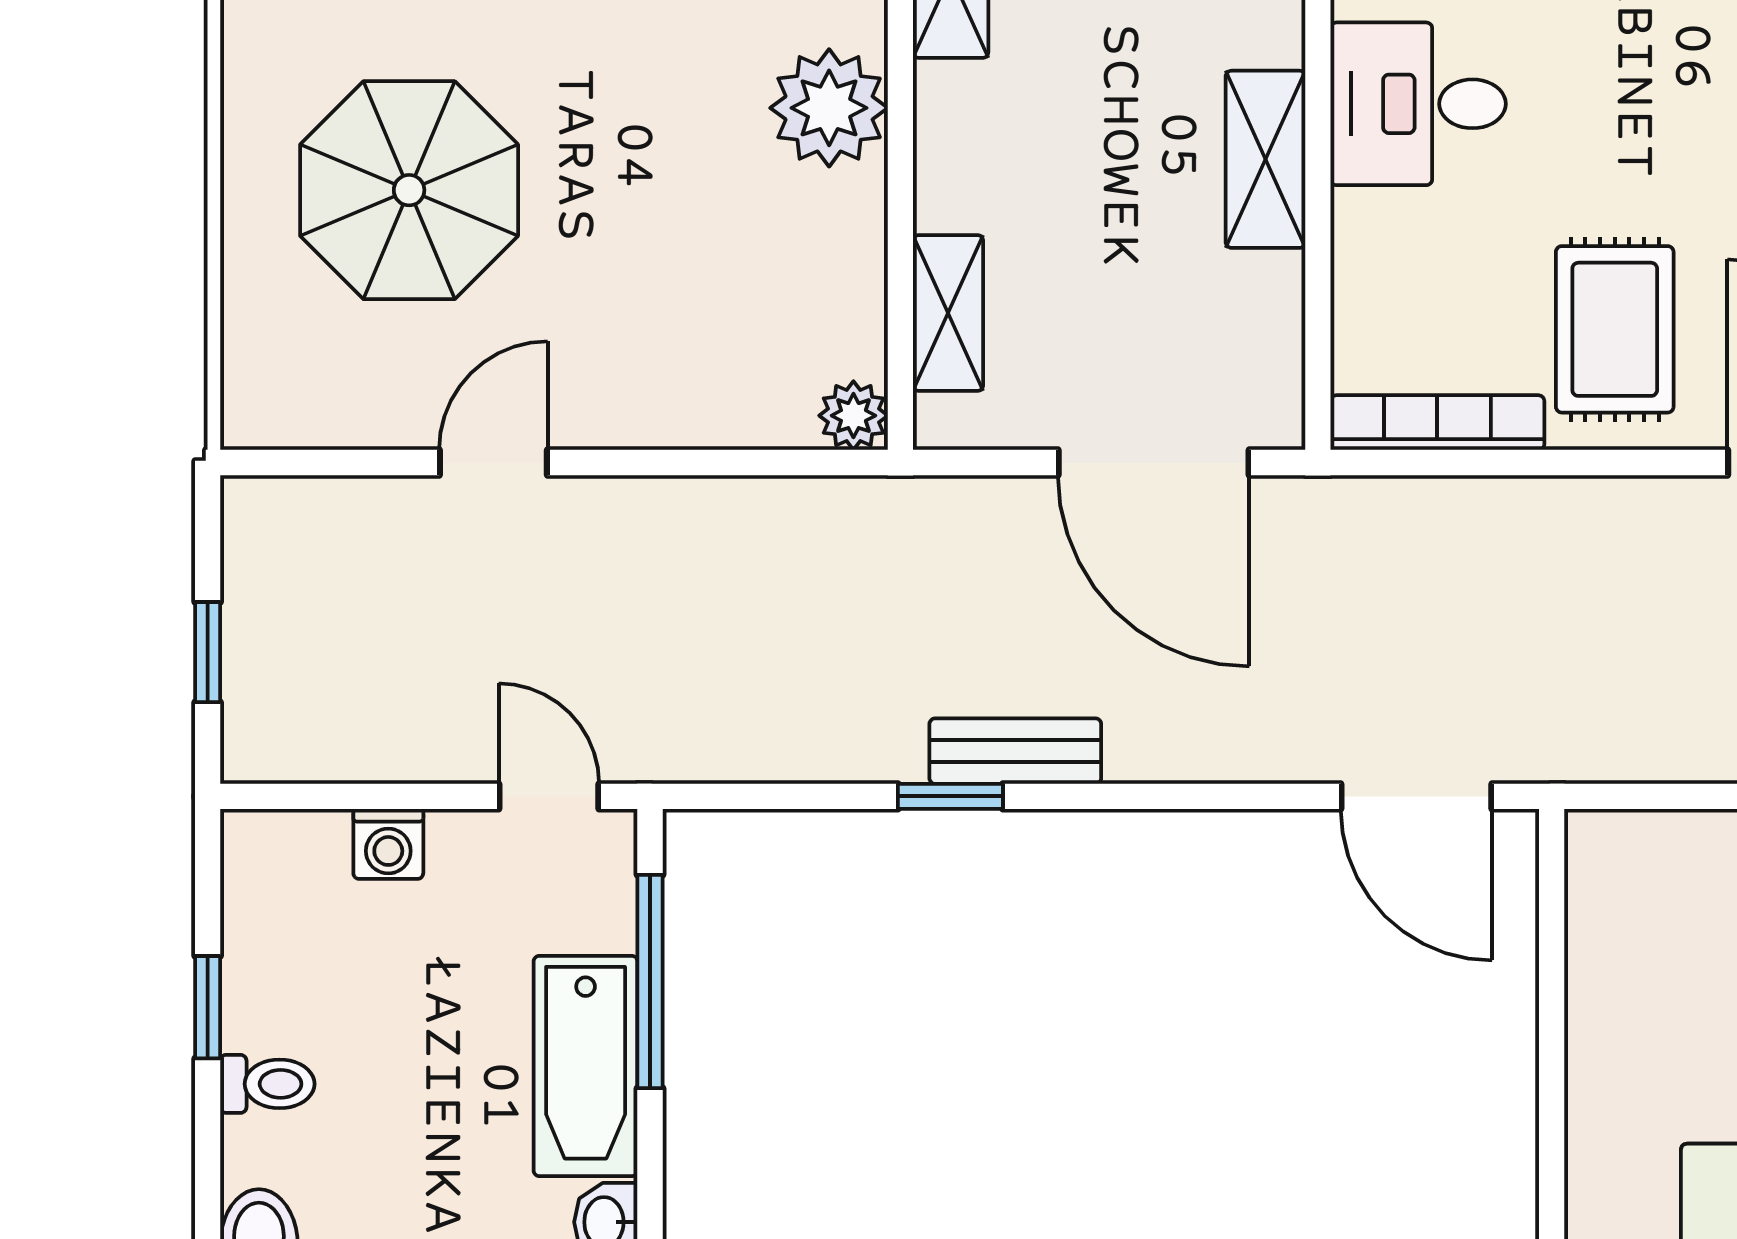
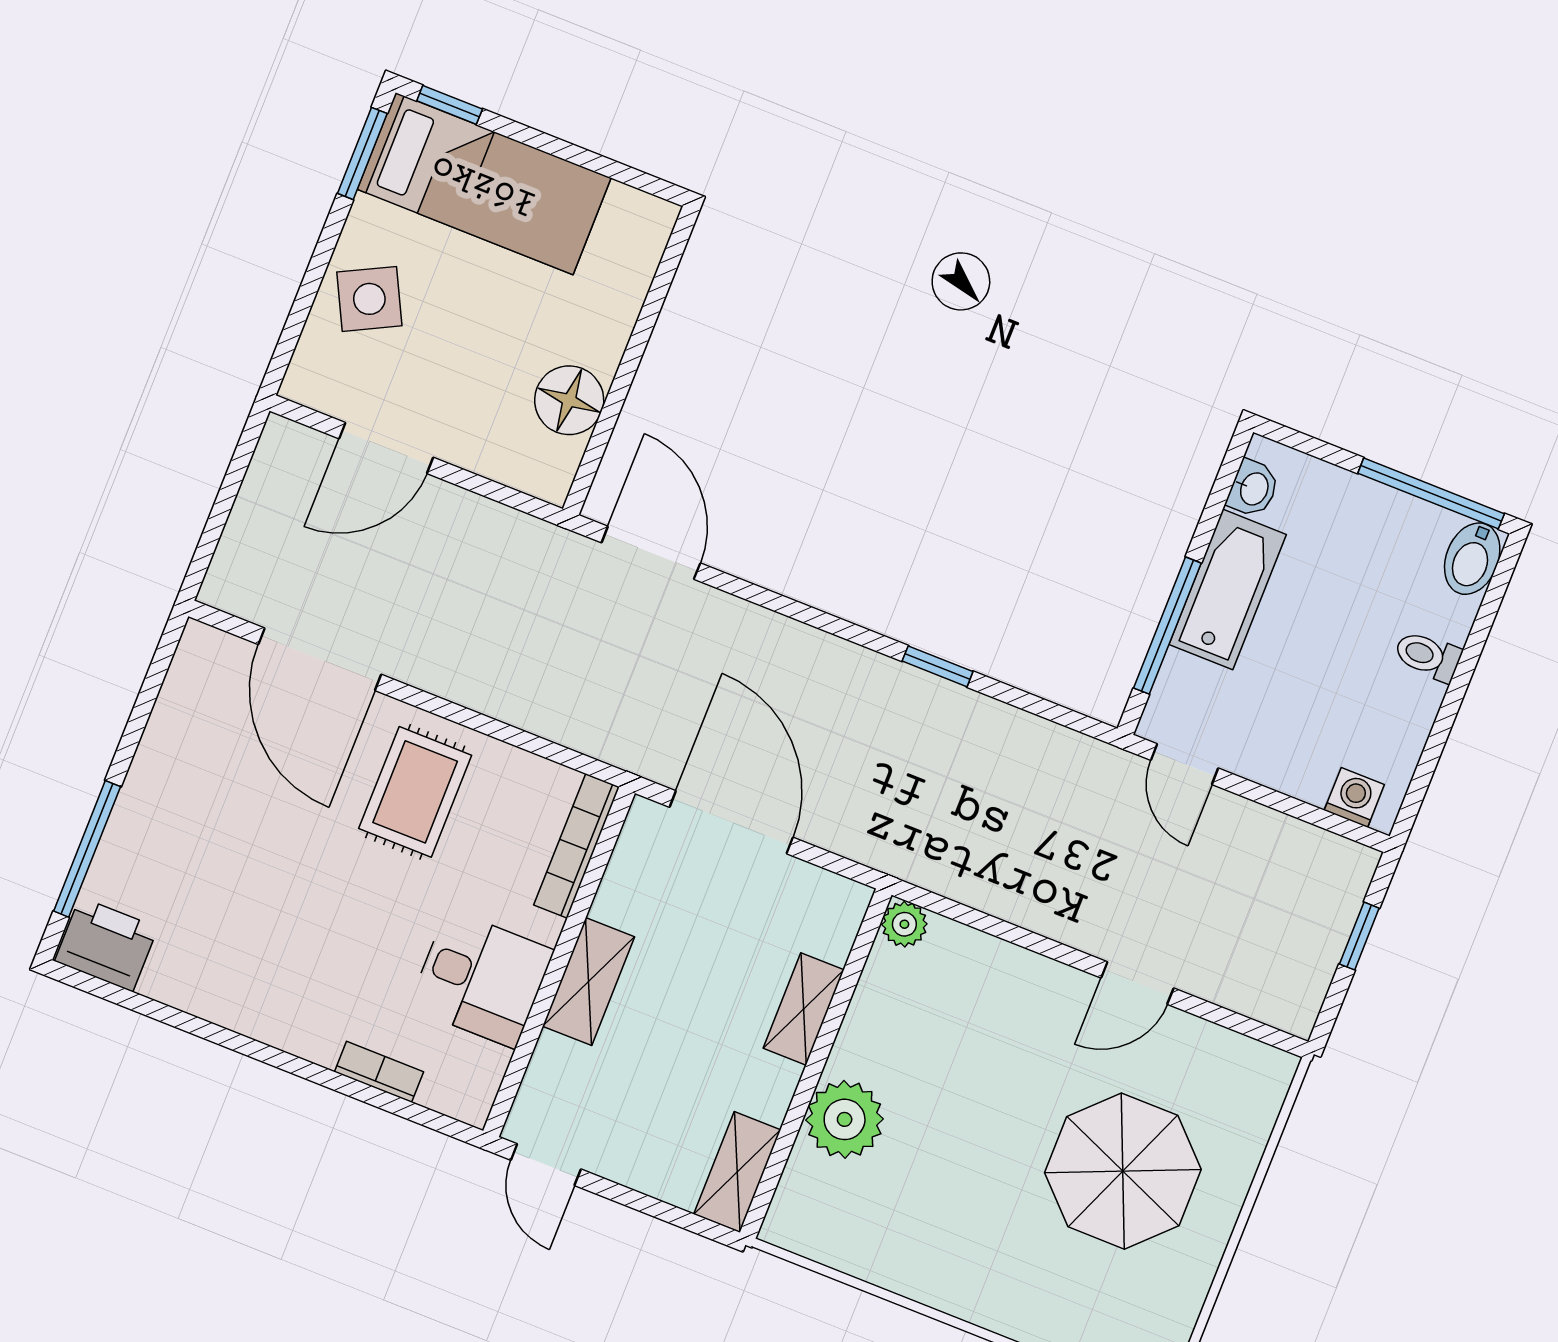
shelving: (948, 313) -> (804, 1009), moved
bookcase: (1437, 423) -> (577, 846), moved, turned 90
bench: (1015, 751) -> (887, 678), removed
washing machine: (388, 844) -> (1354, 797), moved
floor lamp: (1616, 965) -> (569, 400), added
window: (208, 1007) -> (1446, 718), removed

